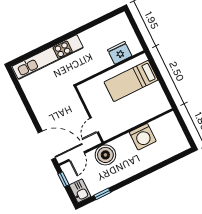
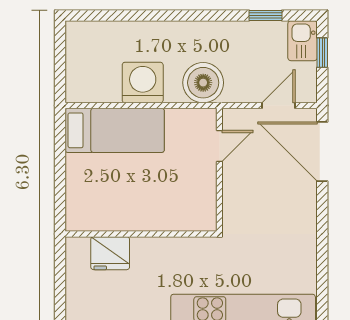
bed: (131, 81) -> (115, 130), moved
boiler: (105, 155) -> (203, 83), moved
window: (63, 179) -> (322, 53), moved

